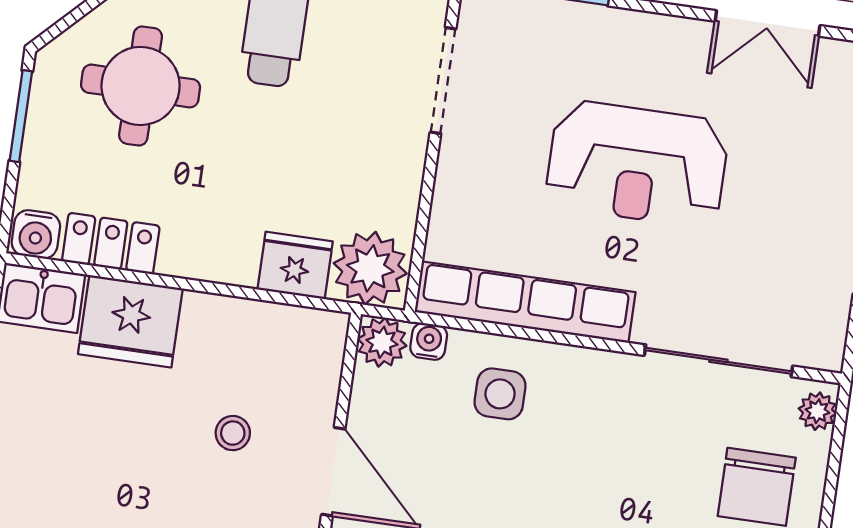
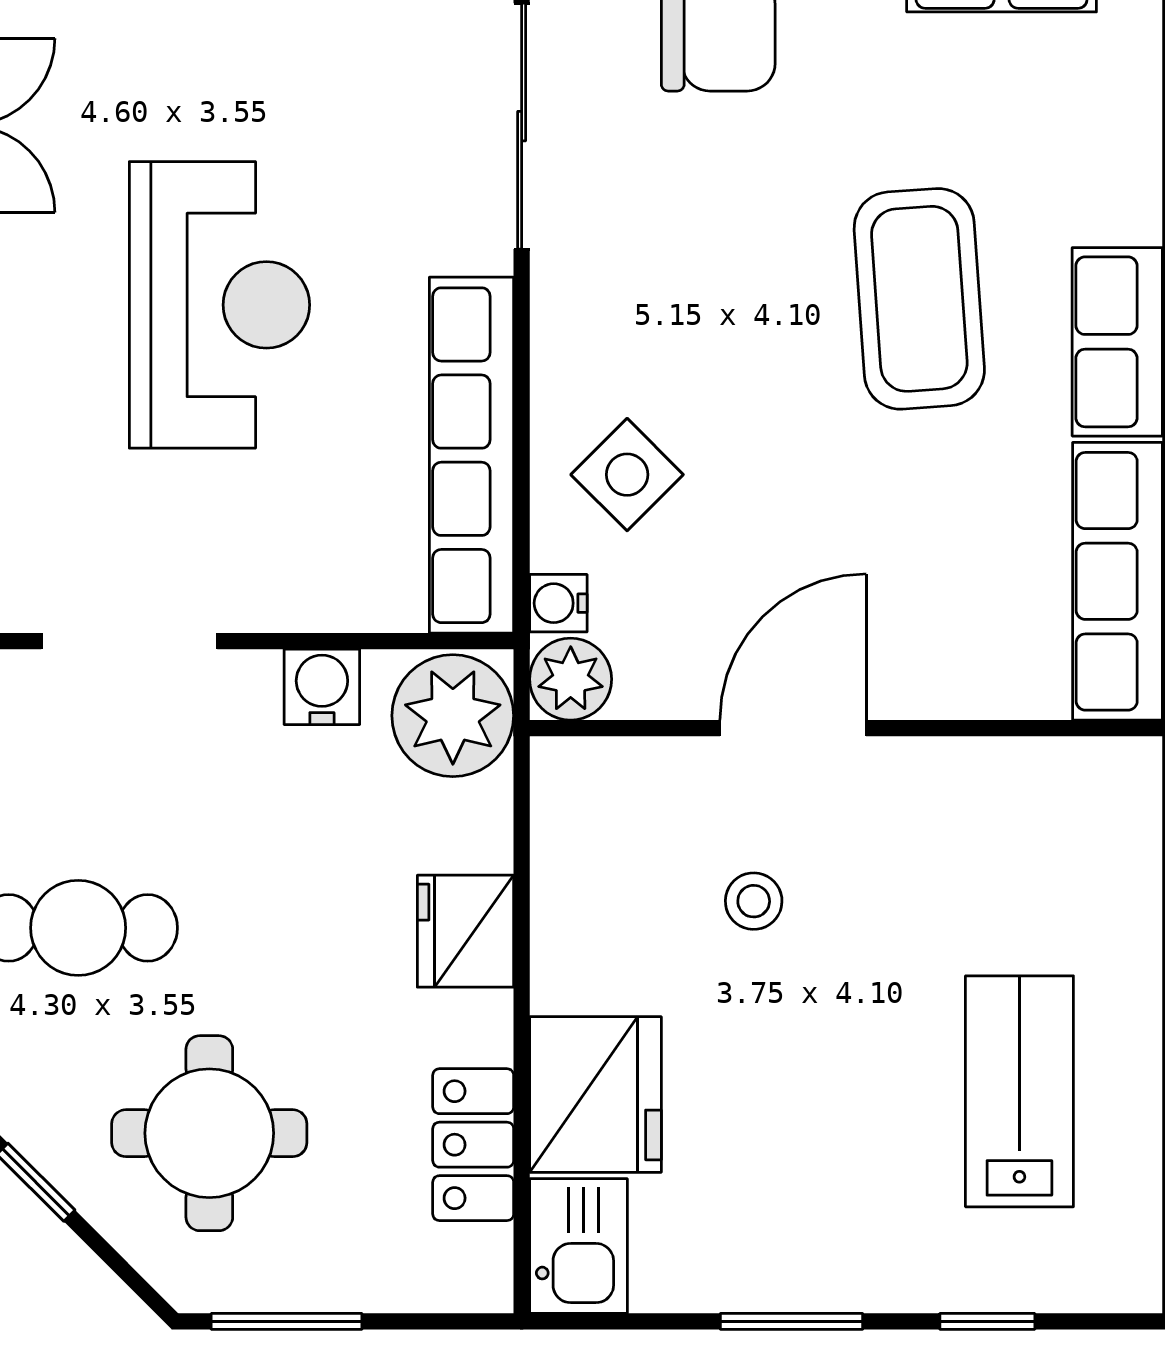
water cooler: (36, 234) -> (322, 687), moved, turned -90
fridge: (295, 265) -> (466, 931), moved
side table: (500, 394) -> (627, 475), turned 45

